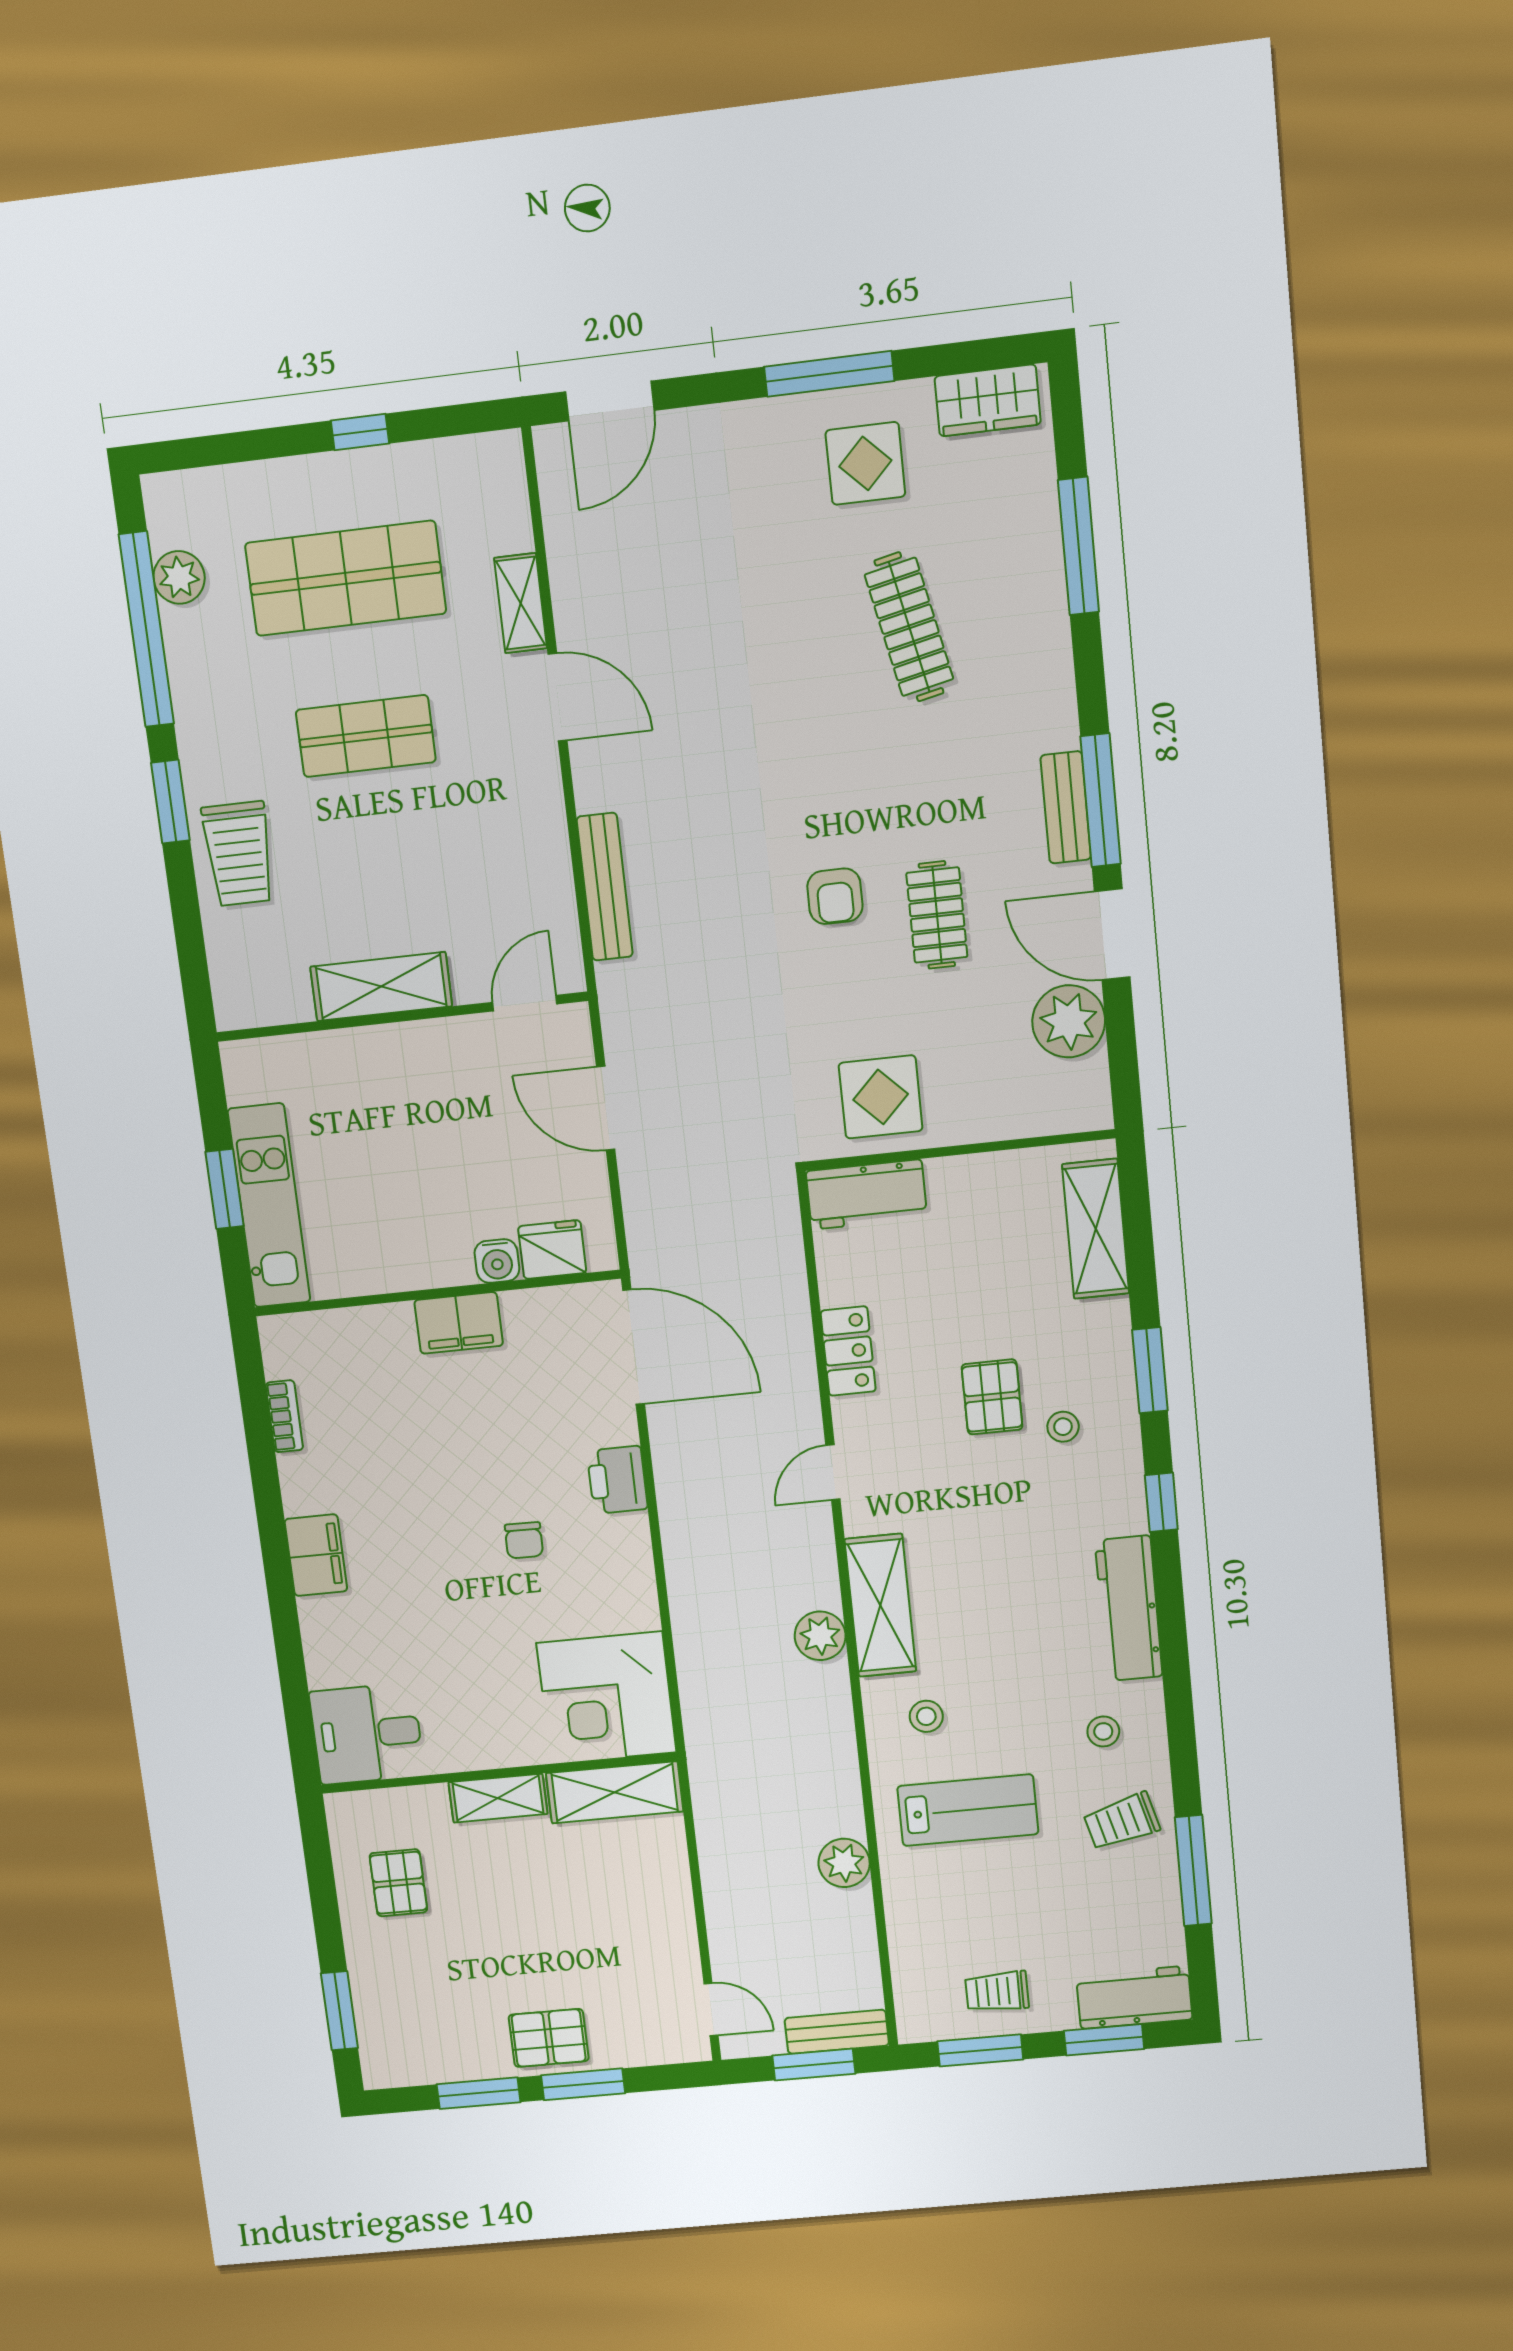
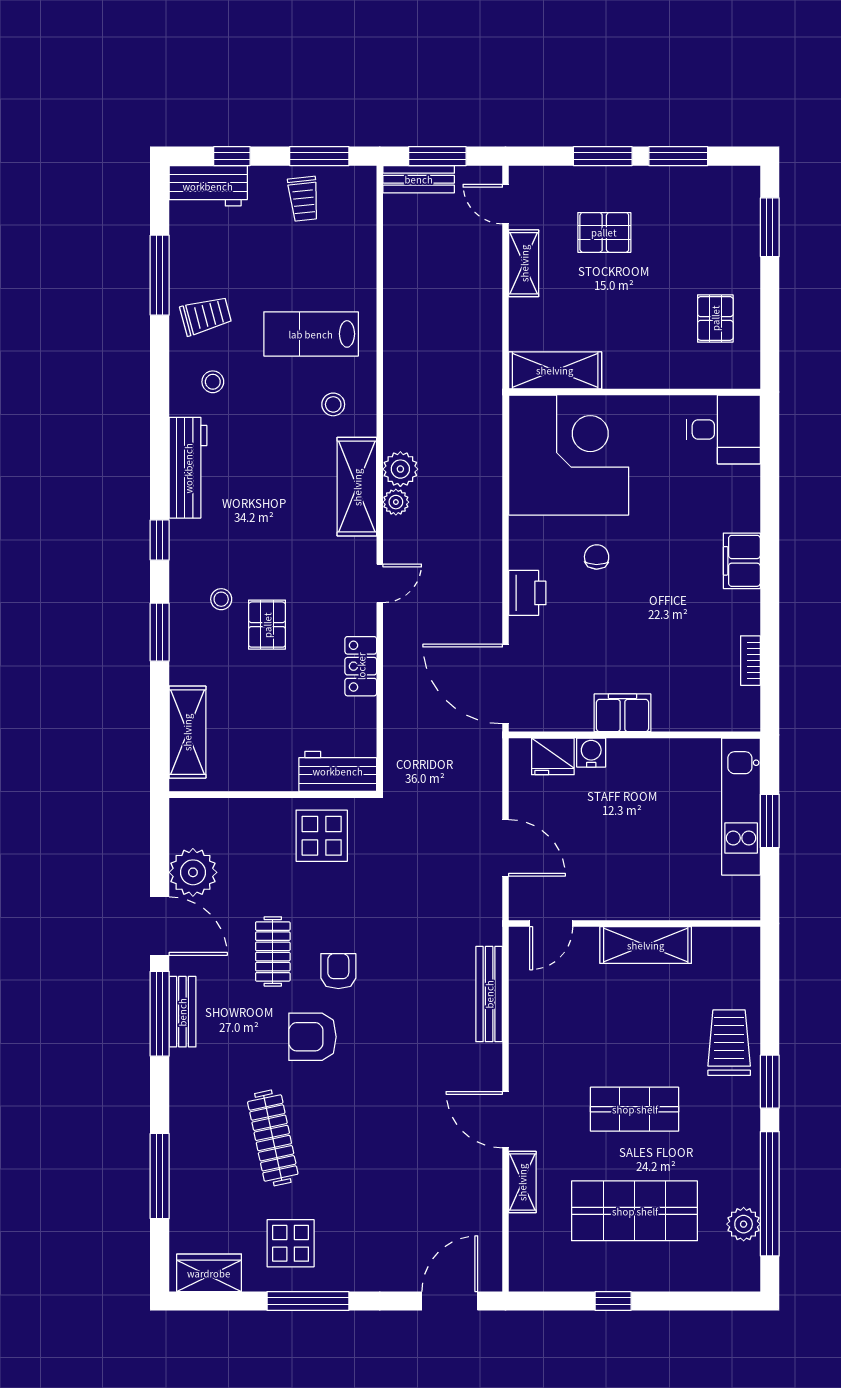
armchair: (864, 791) -> (313, 1037), added
corner desk: (606, 1698) -> (569, 455), width x1.36, depth x1.36
shelving: (498, 1798) -> (524, 263), moved, turned 90
plant: (844, 1863) -> (396, 502), moved, width x0.73, depth x0.73
trolley: (997, 1992) -> (303, 199), turned 84
pallet: (549, 2038) -> (604, 232), moved
window: (1104, 2040) -> (232, 156), width x0.67

